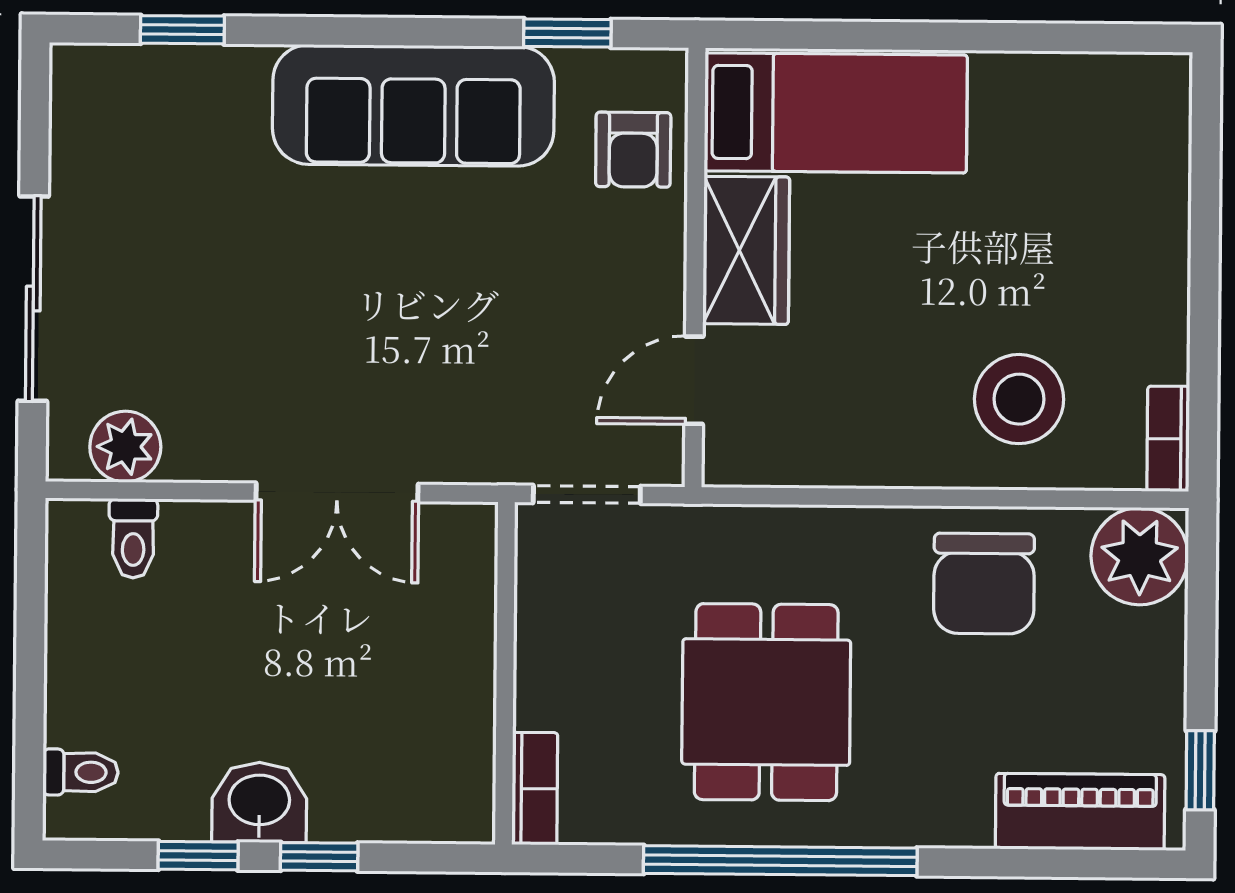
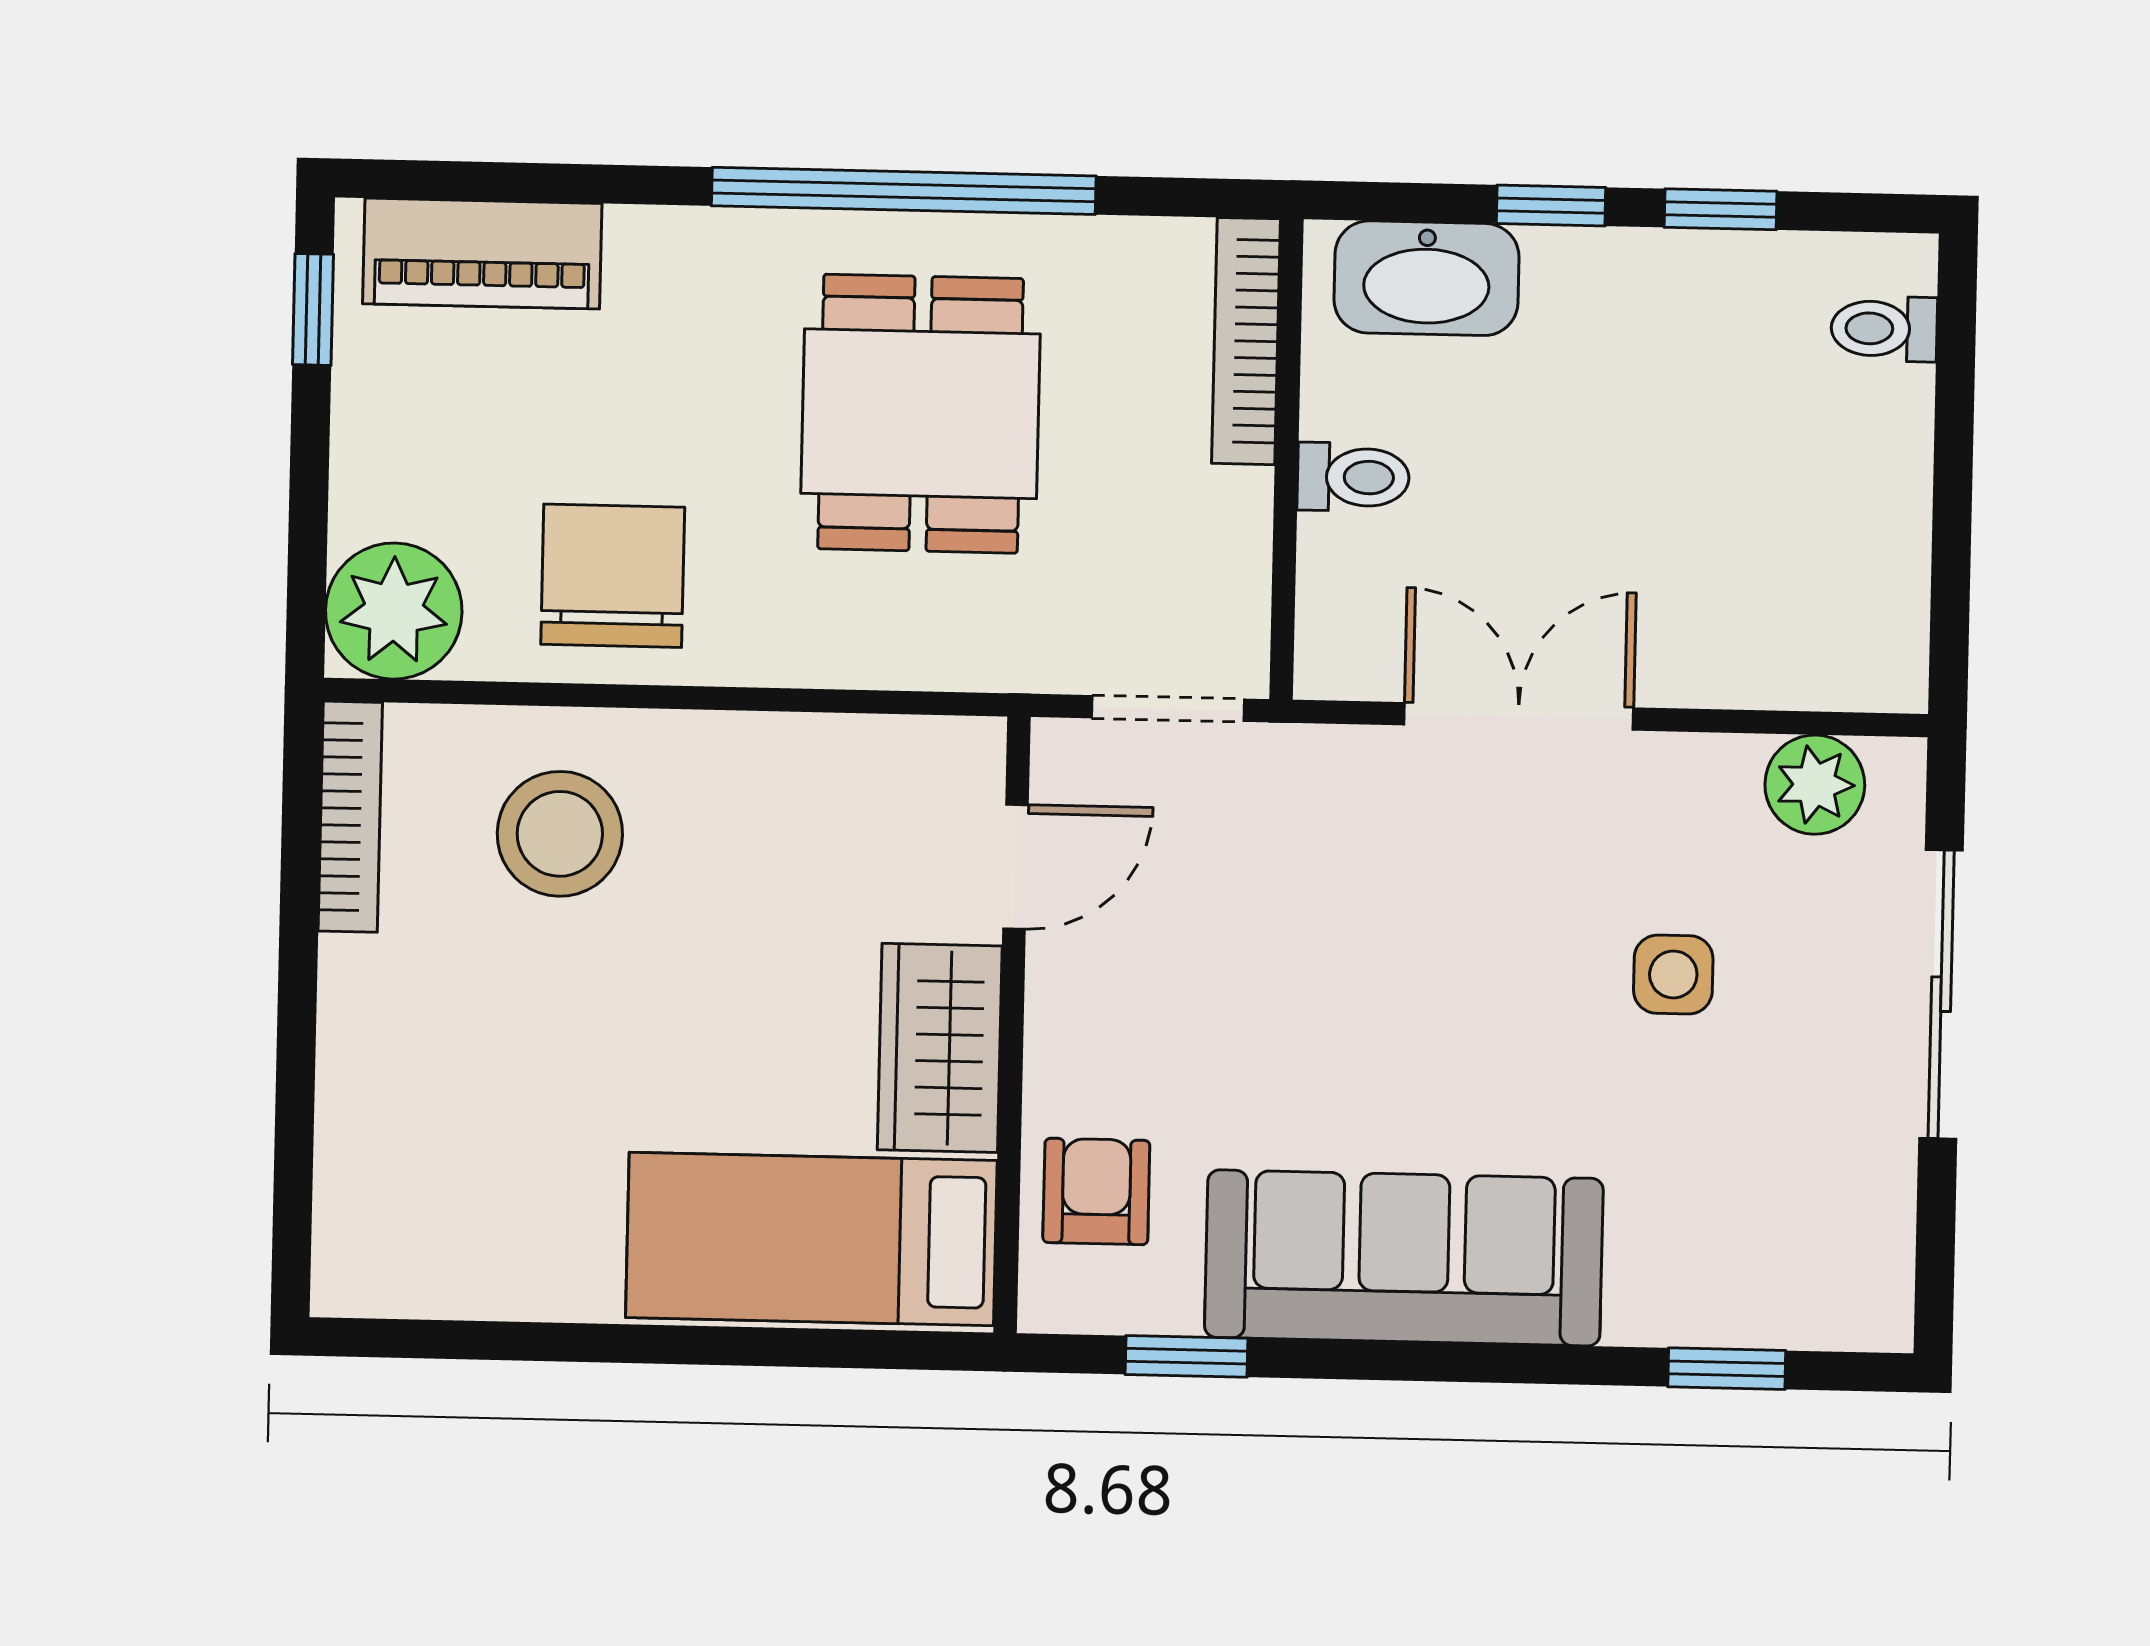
side table: (224, 310) -> (1673, 974), added
bookcase: (1168, 439) -> (350, 817), width x1.56
toilet: (133, 538) -> (1353, 477), moved, turned 90
bookcase: (535, 789) -> (1246, 341), width x1.56
washbasin: (259, 802) -> (1426, 278), moved, width x1.38

